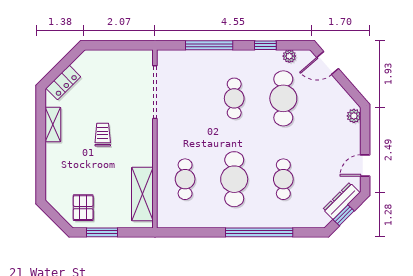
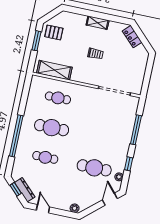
cafe table: (234, 98) -> (101, 138), removed
shelving: (53, 125) -> (98, 23), moved

